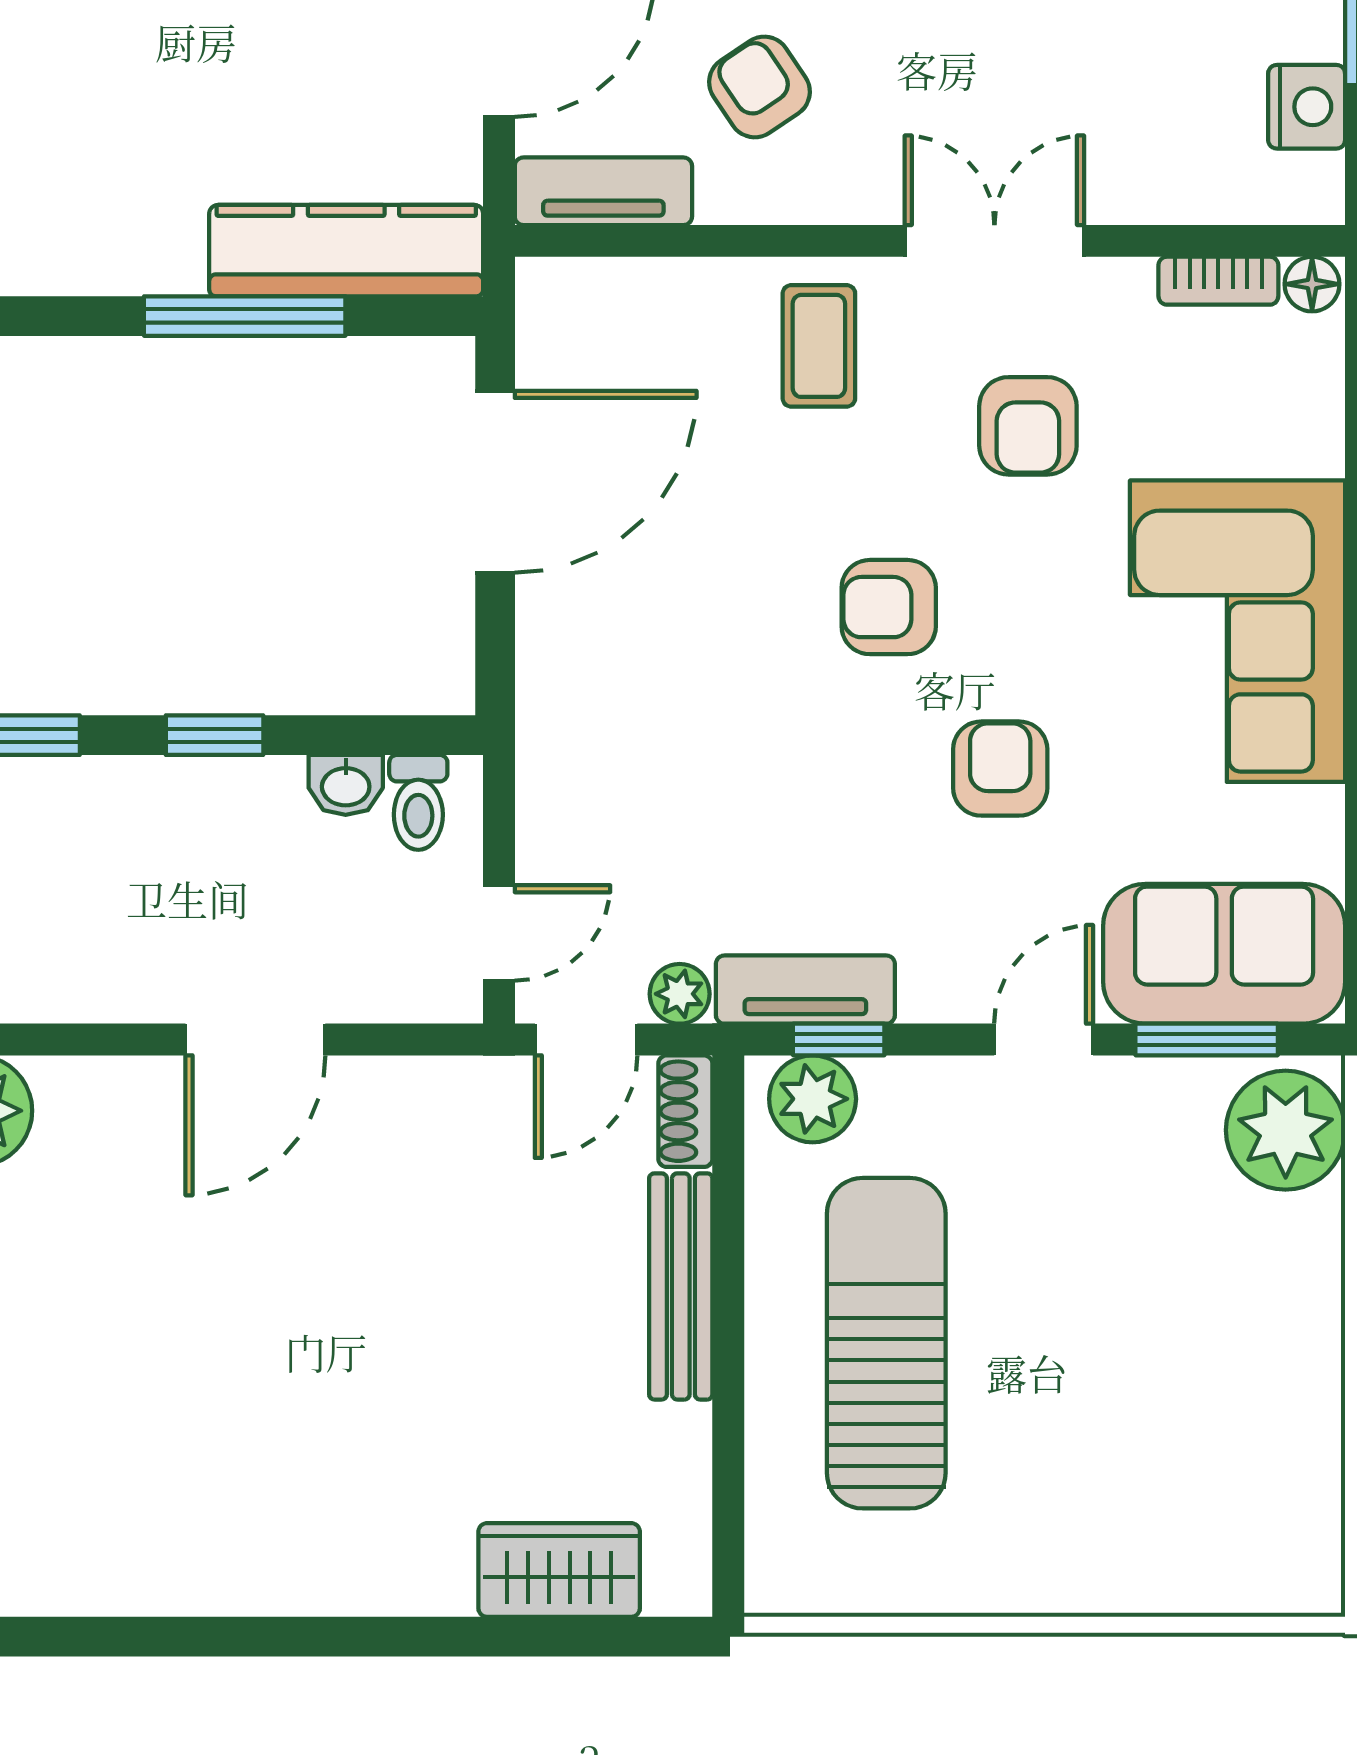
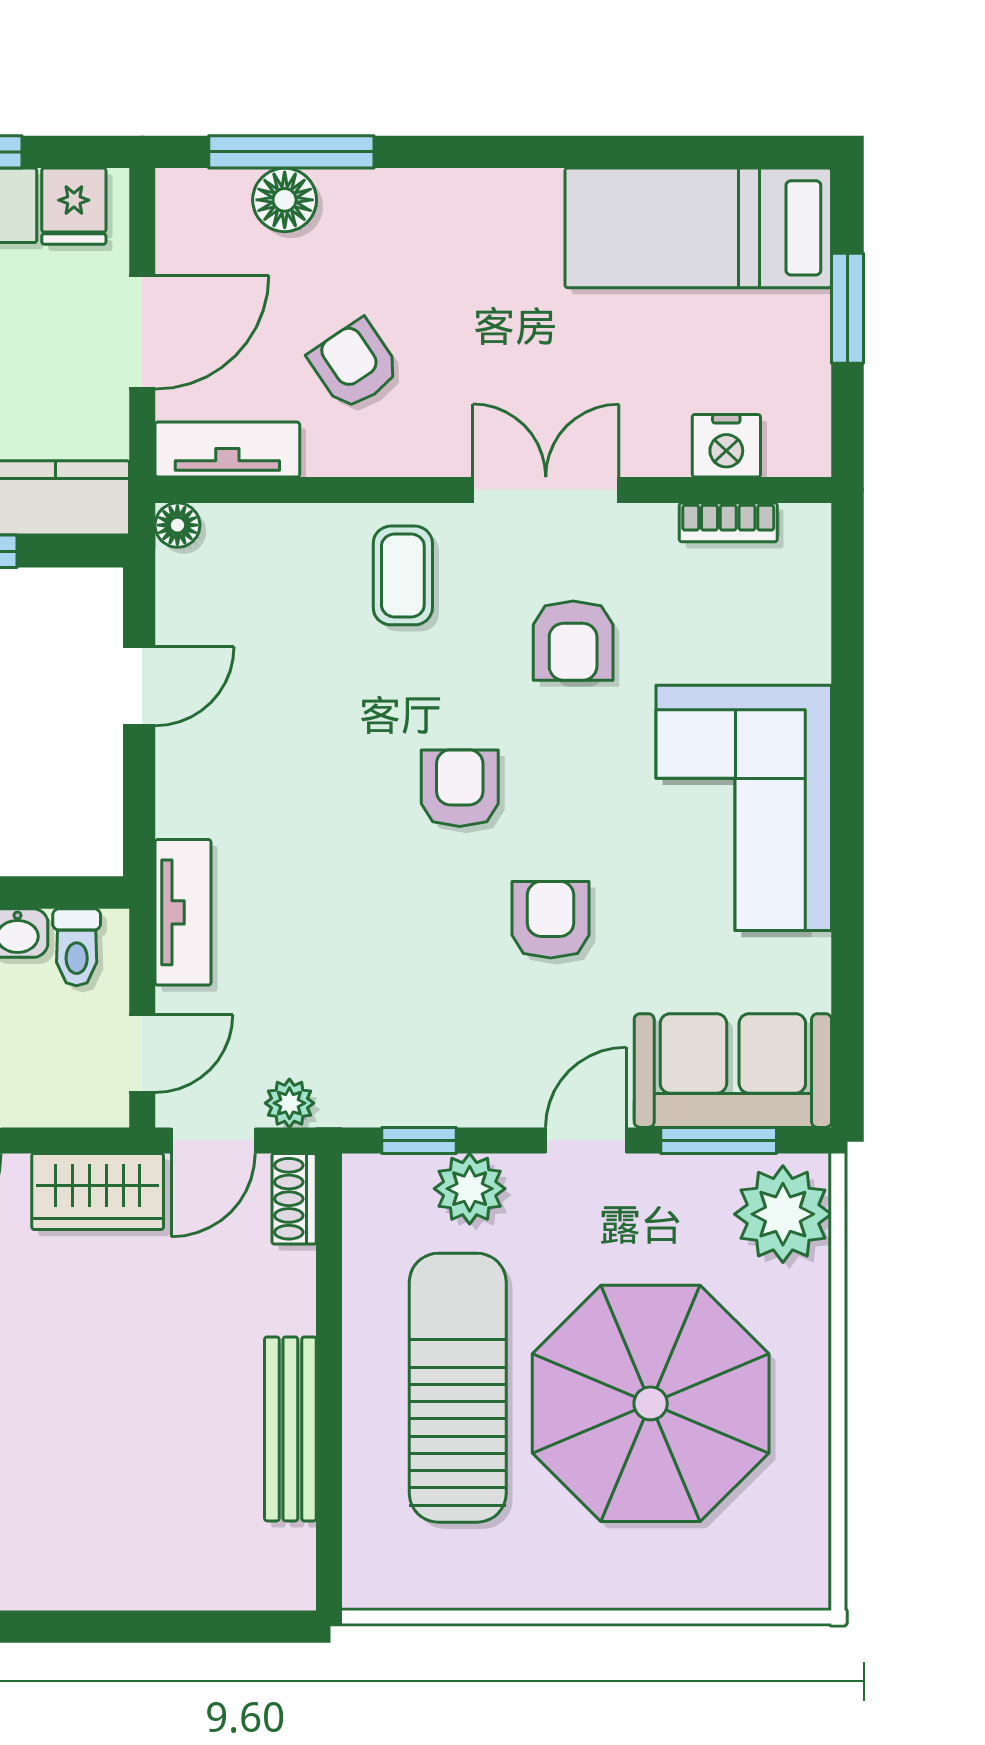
nightstand: (1307, 107) -> (726, 446), moved, turned 90
floor lamp: (1312, 284) -> (177, 525), moved
door: (495, 482) -> (139, 686), width x0.53
armchair: (889, 607) -> (460, 788), turned 90
tv unit: (805, 990) -> (183, 912), moved, turned 90
plant: (813, 1099) -> (470, 1189), moved
bench: (681, 1286) -> (290, 1429), moved
parasol: (1123, 1362) -> (651, 1403), added
wardrobe: (559, 1570) -> (98, 1191), moved, turned 180

